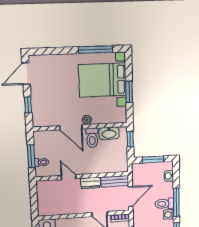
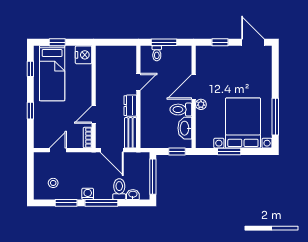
window: (153, 160) -> (153, 177), width x1.44
toilet: (164, 204) -> (119, 189), moved

